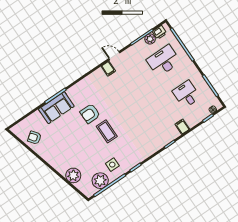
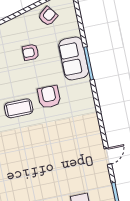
filing cabinet: (108, 69) -> (95, 142), removed
armchair: (64, 139) -> (31, 52), added

